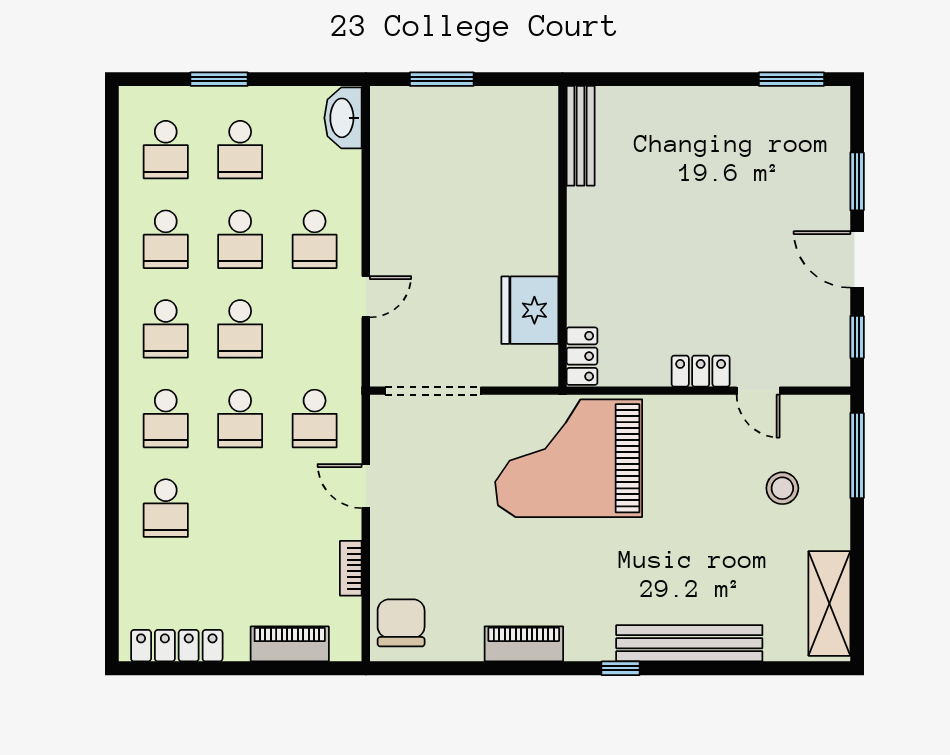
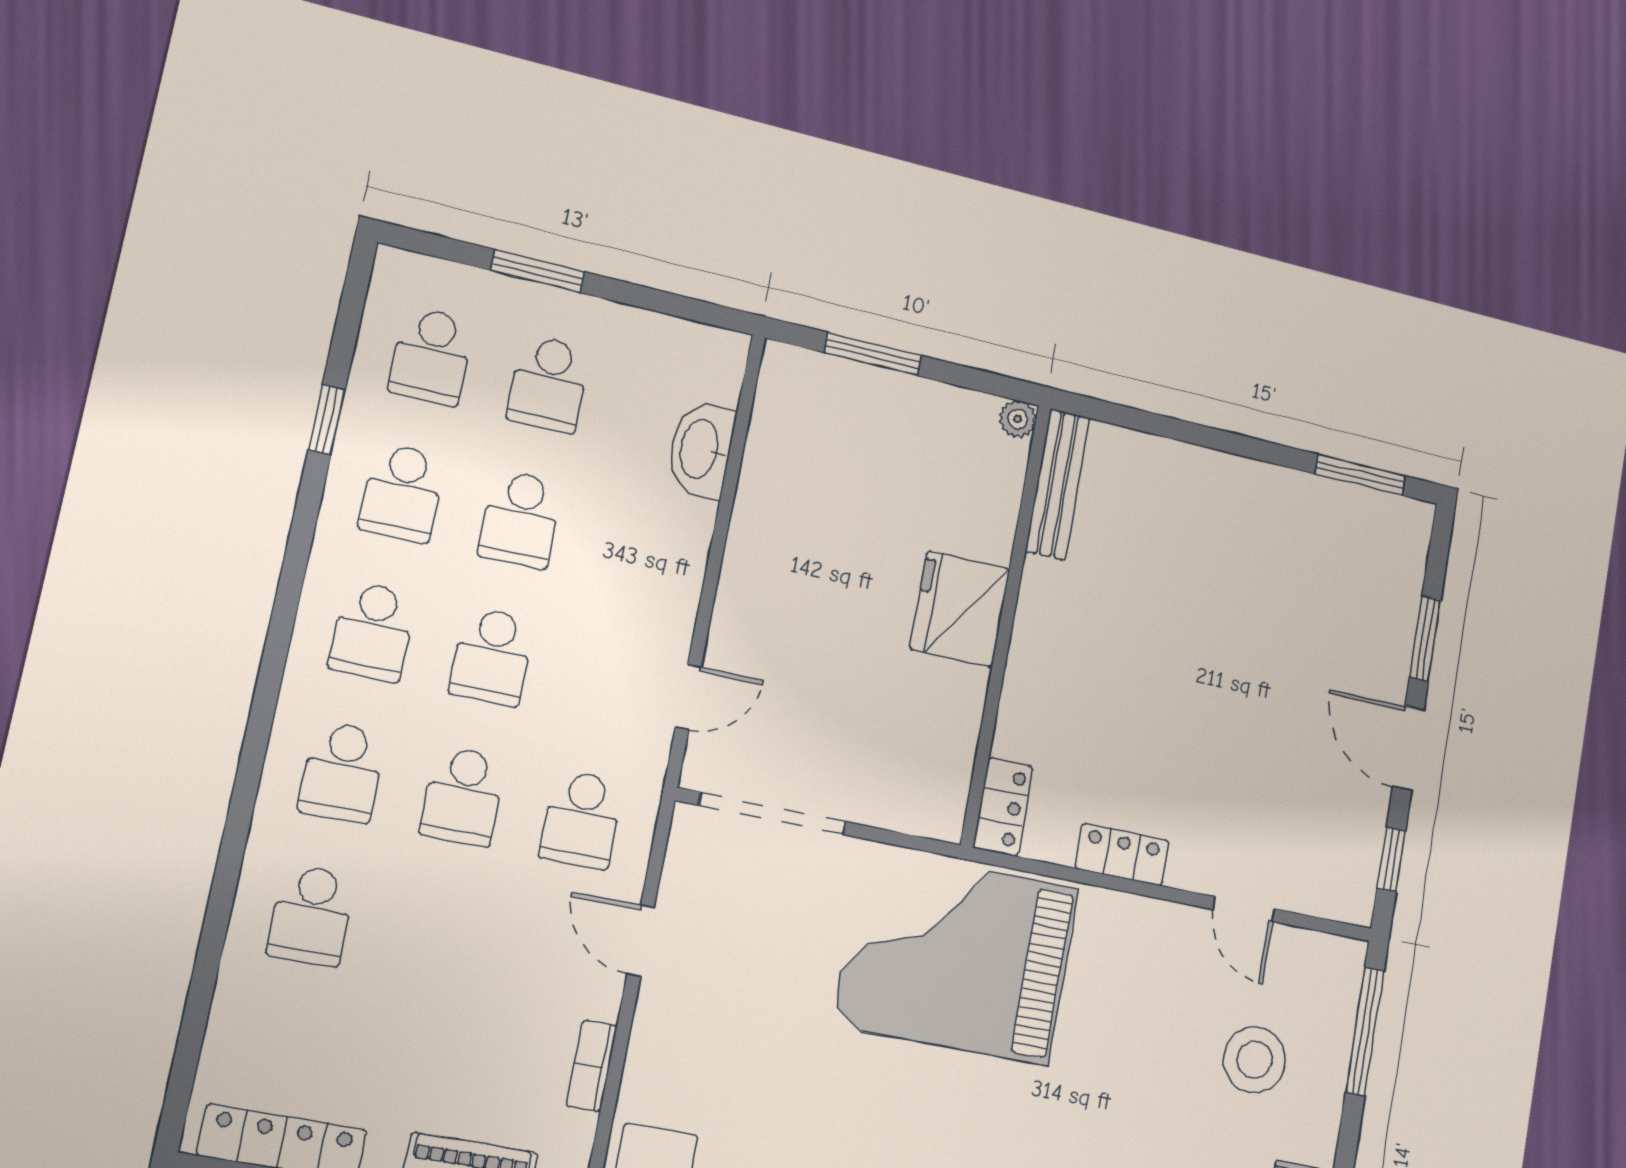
plant: (546, 99) -> (1018, 419), added
washbasin: (343, 118) -> (701, 449), moved
window: (112, 205) -> (327, 420), added
school desk: (315, 239) -> (636, 545), removed
door: (366, 297) -> (688, 697), moved
fridge: (530, 310) -> (960, 609), moved
locker: (701, 371) -> (1122, 854), moved
stool: (782, 488) -> (1254, 1060), width x1.38, depth x1.38

